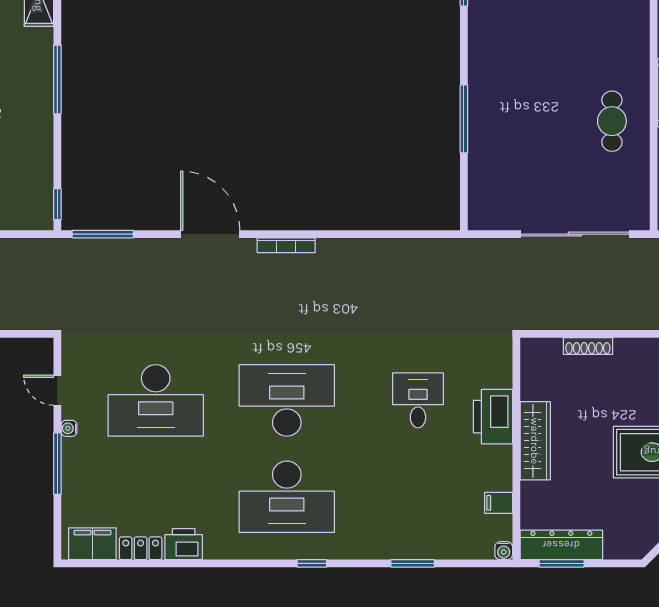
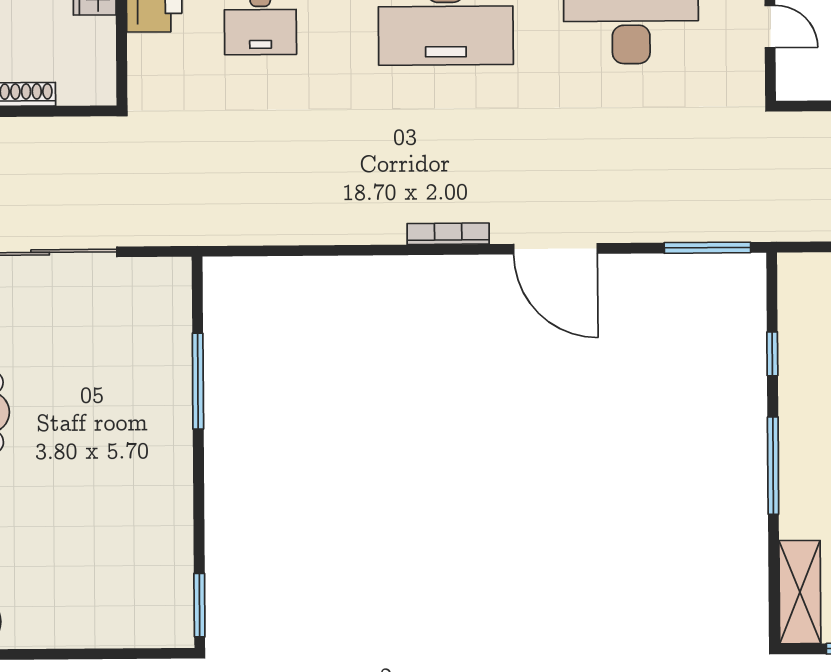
window: (464, 119) -> (198, 381), moved
window: (57, 204) -> (772, 354), moved

